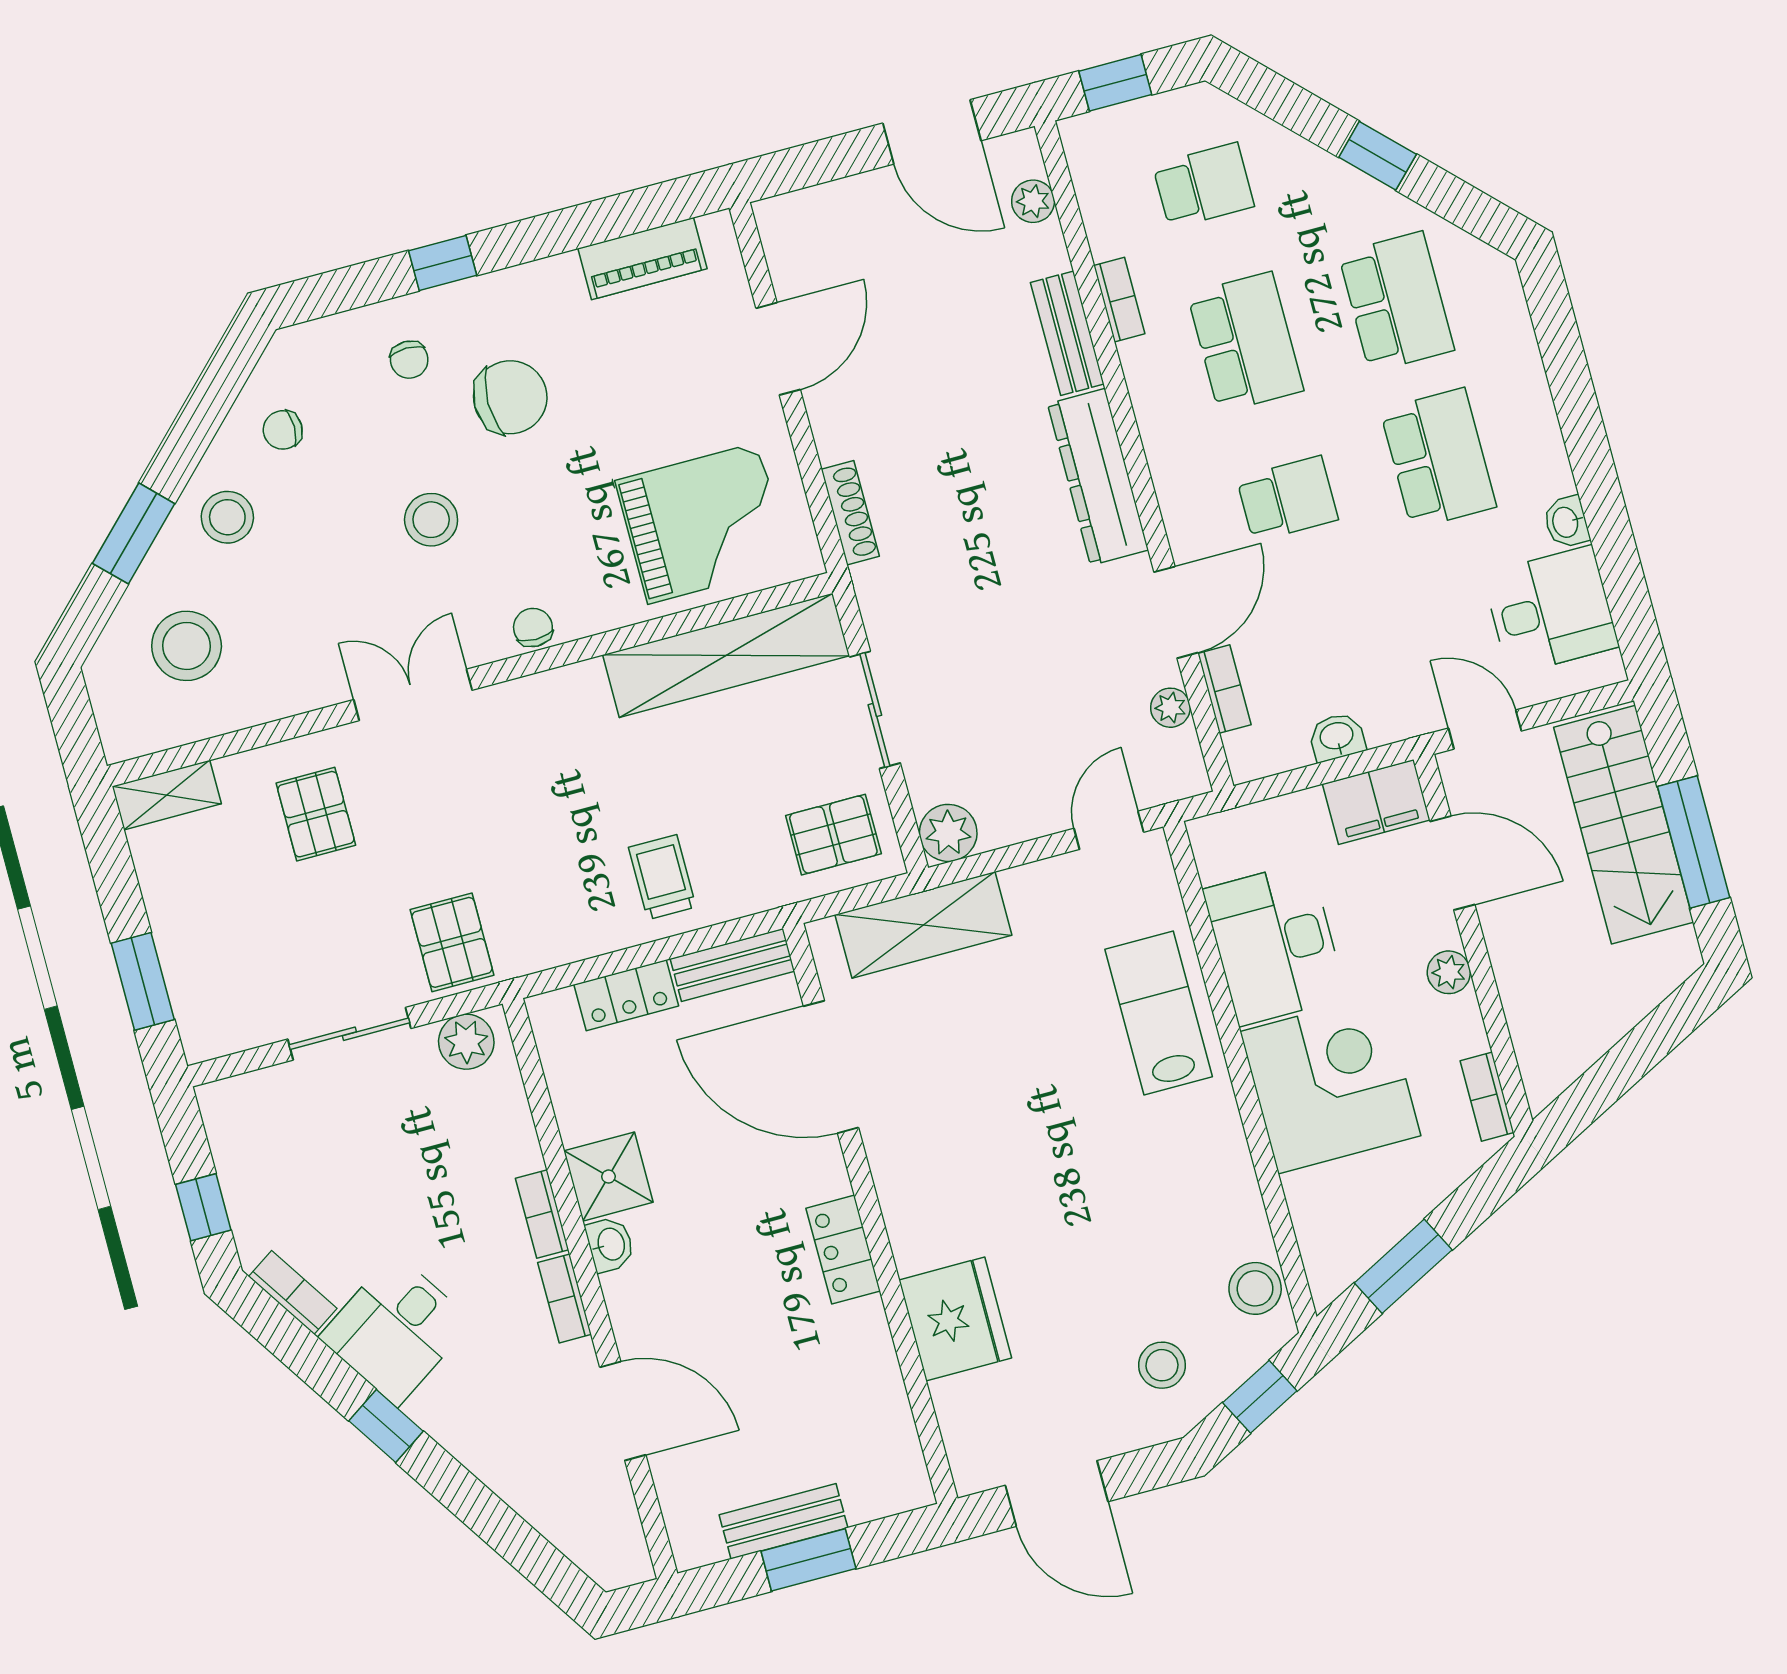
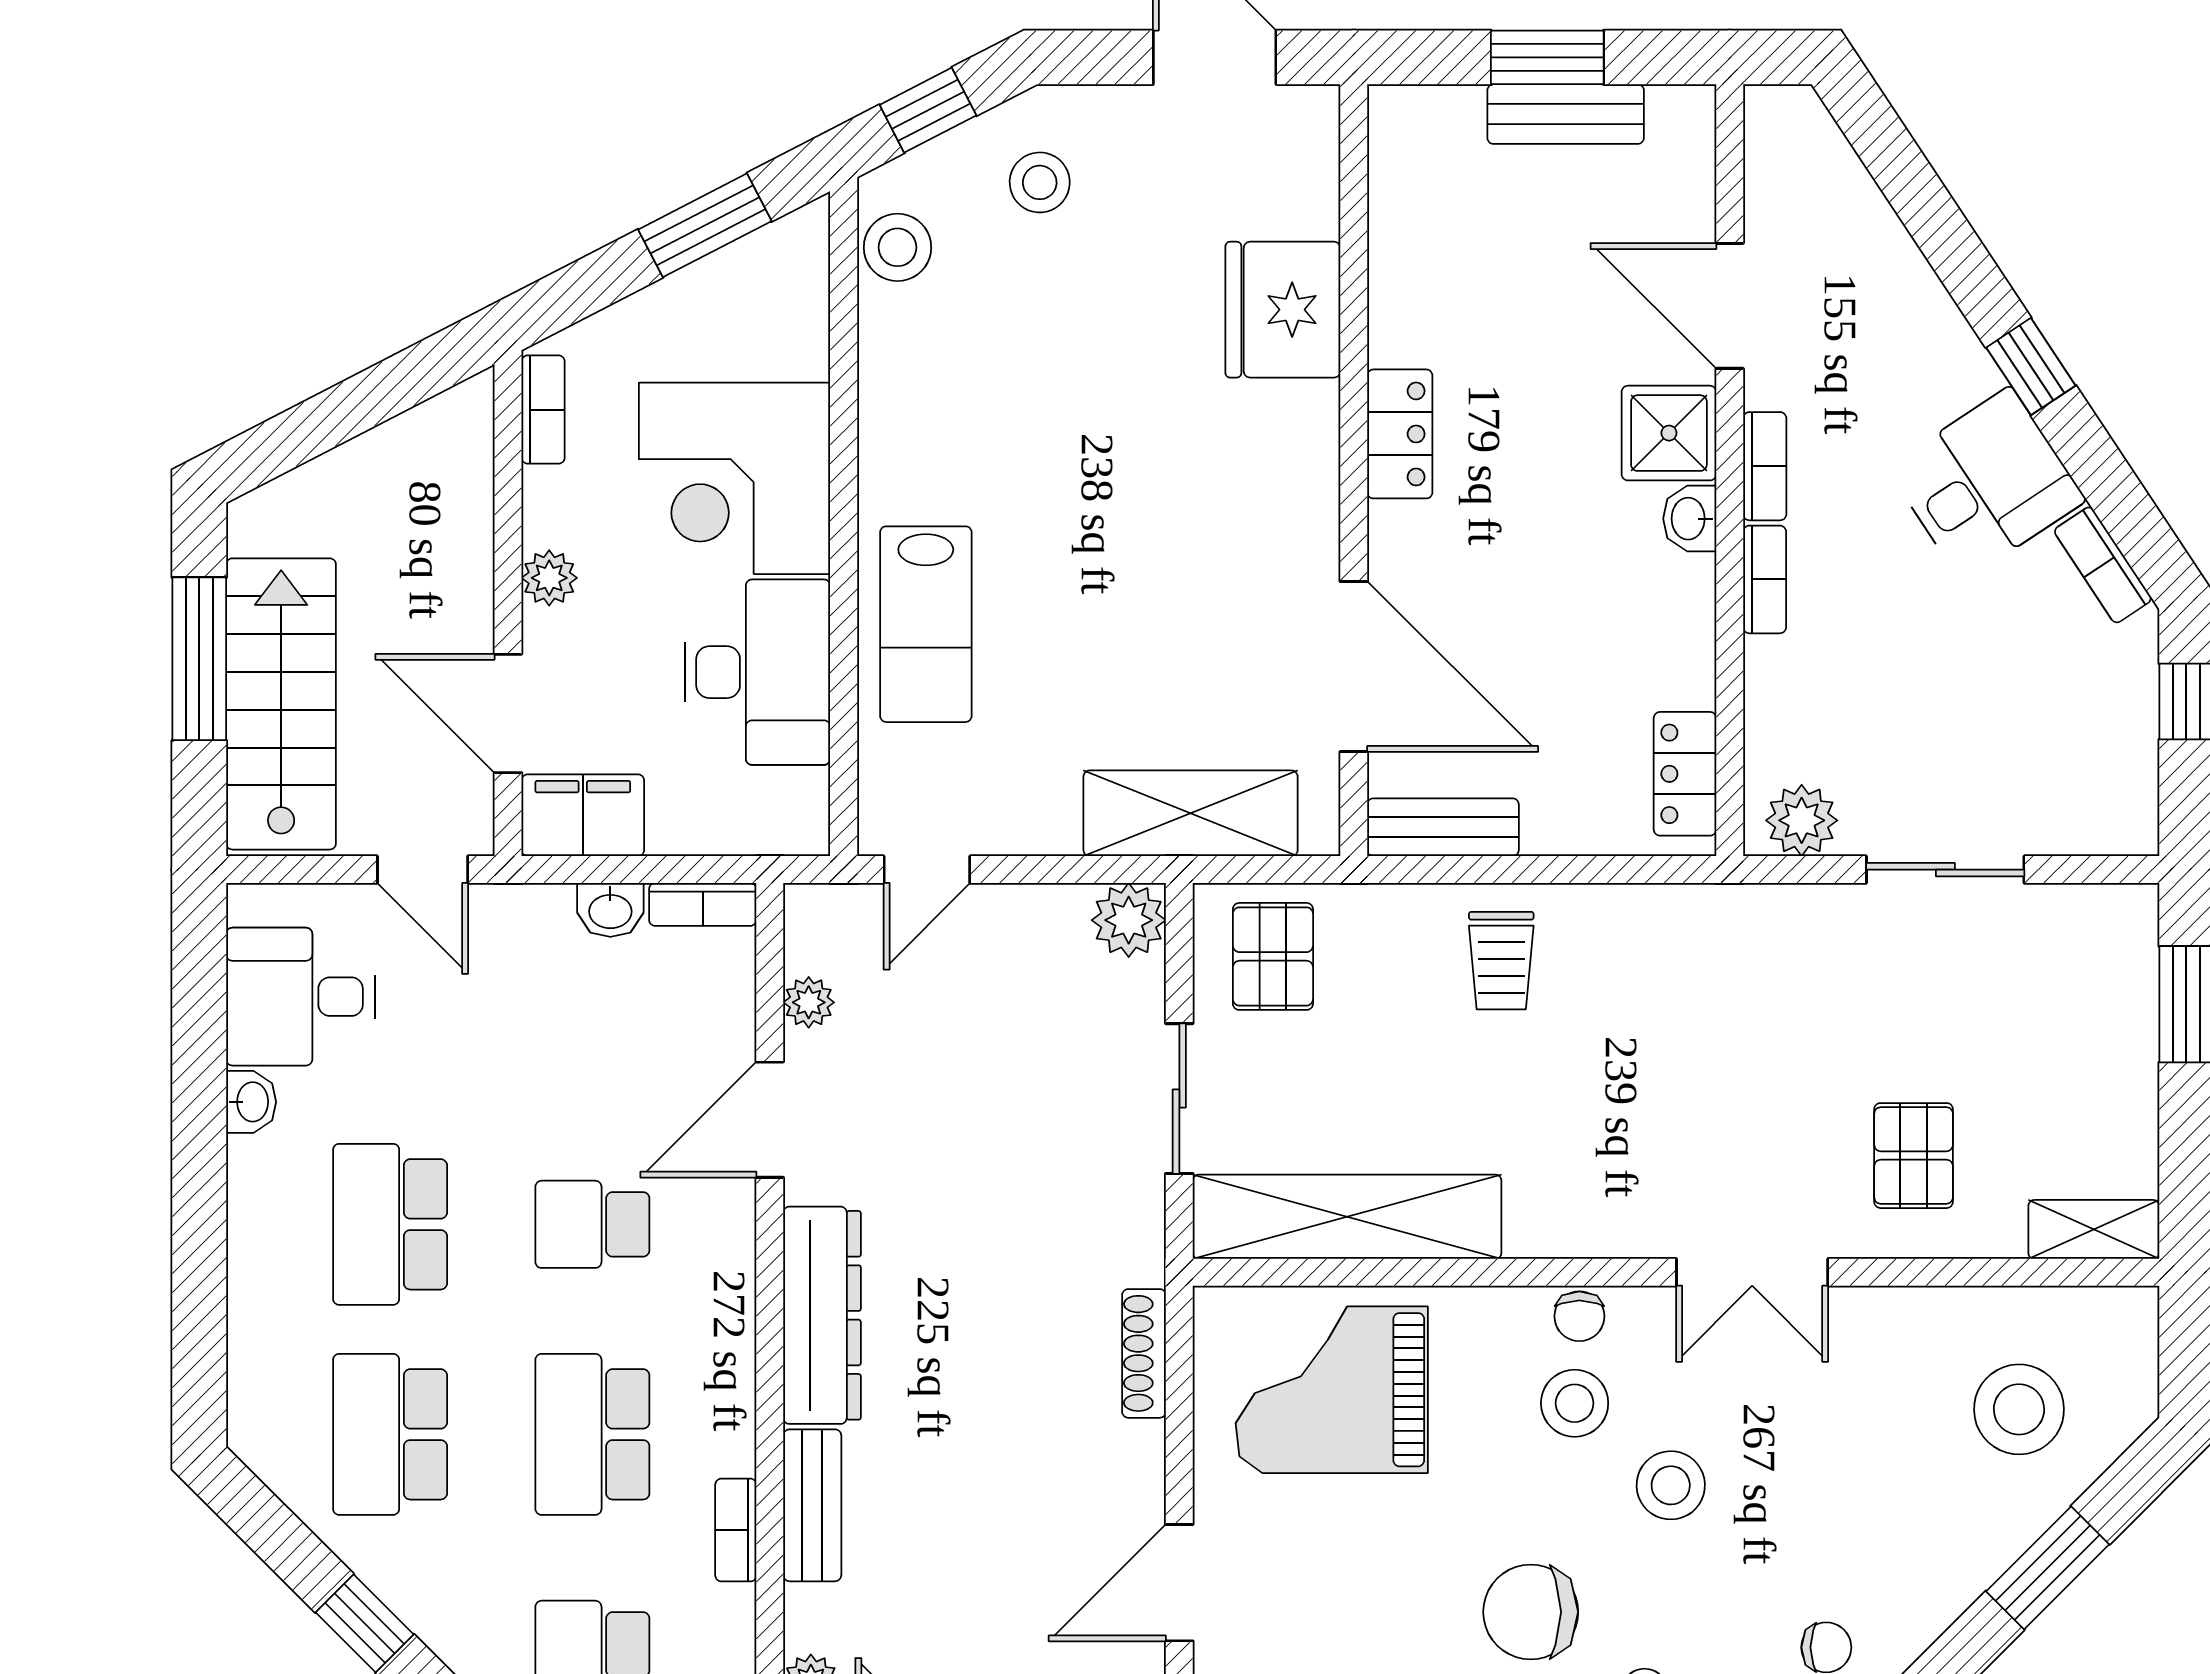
stool: (227, 517) -> (1575, 1403), moved
bookcase: (1224, 689) -> (703, 904), moved, turned -90
pallet: (833, 835) -> (1273, 956), turned 90
pallet: (452, 942) -> (1786, 949), removed
locker: (626, 995) -> (1685, 774), moved, turned -90
shower: (608, 1177) -> (1669, 433), moved

